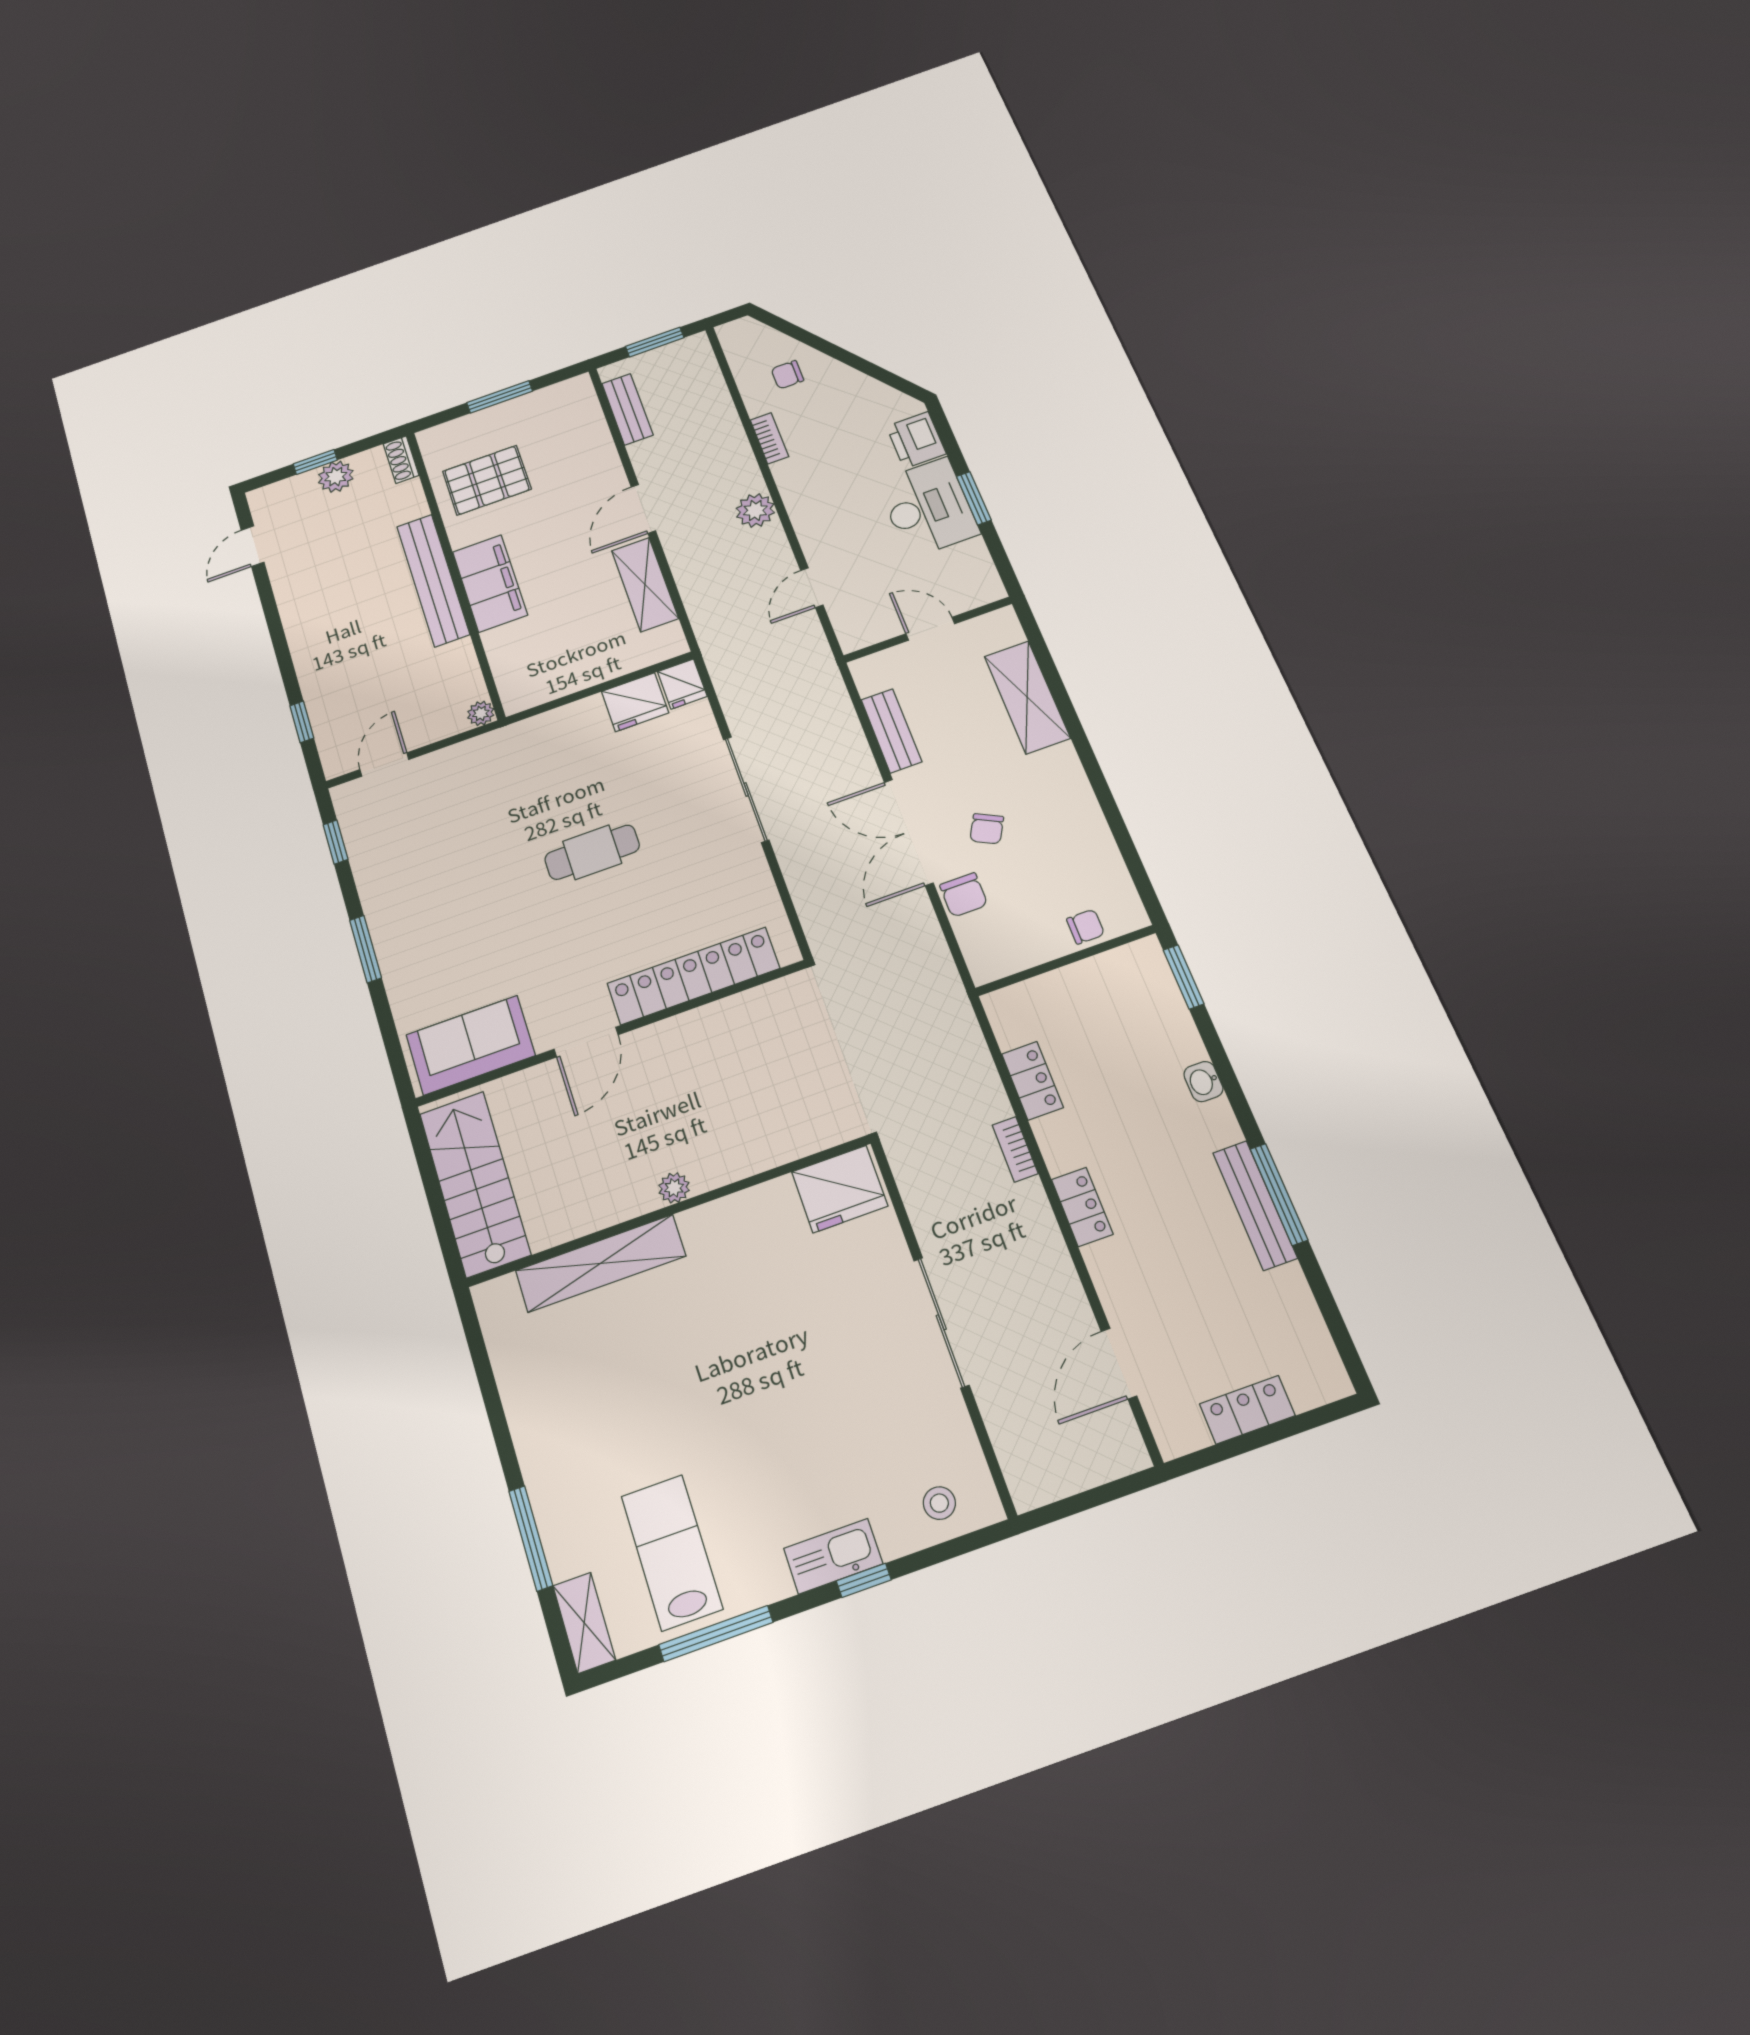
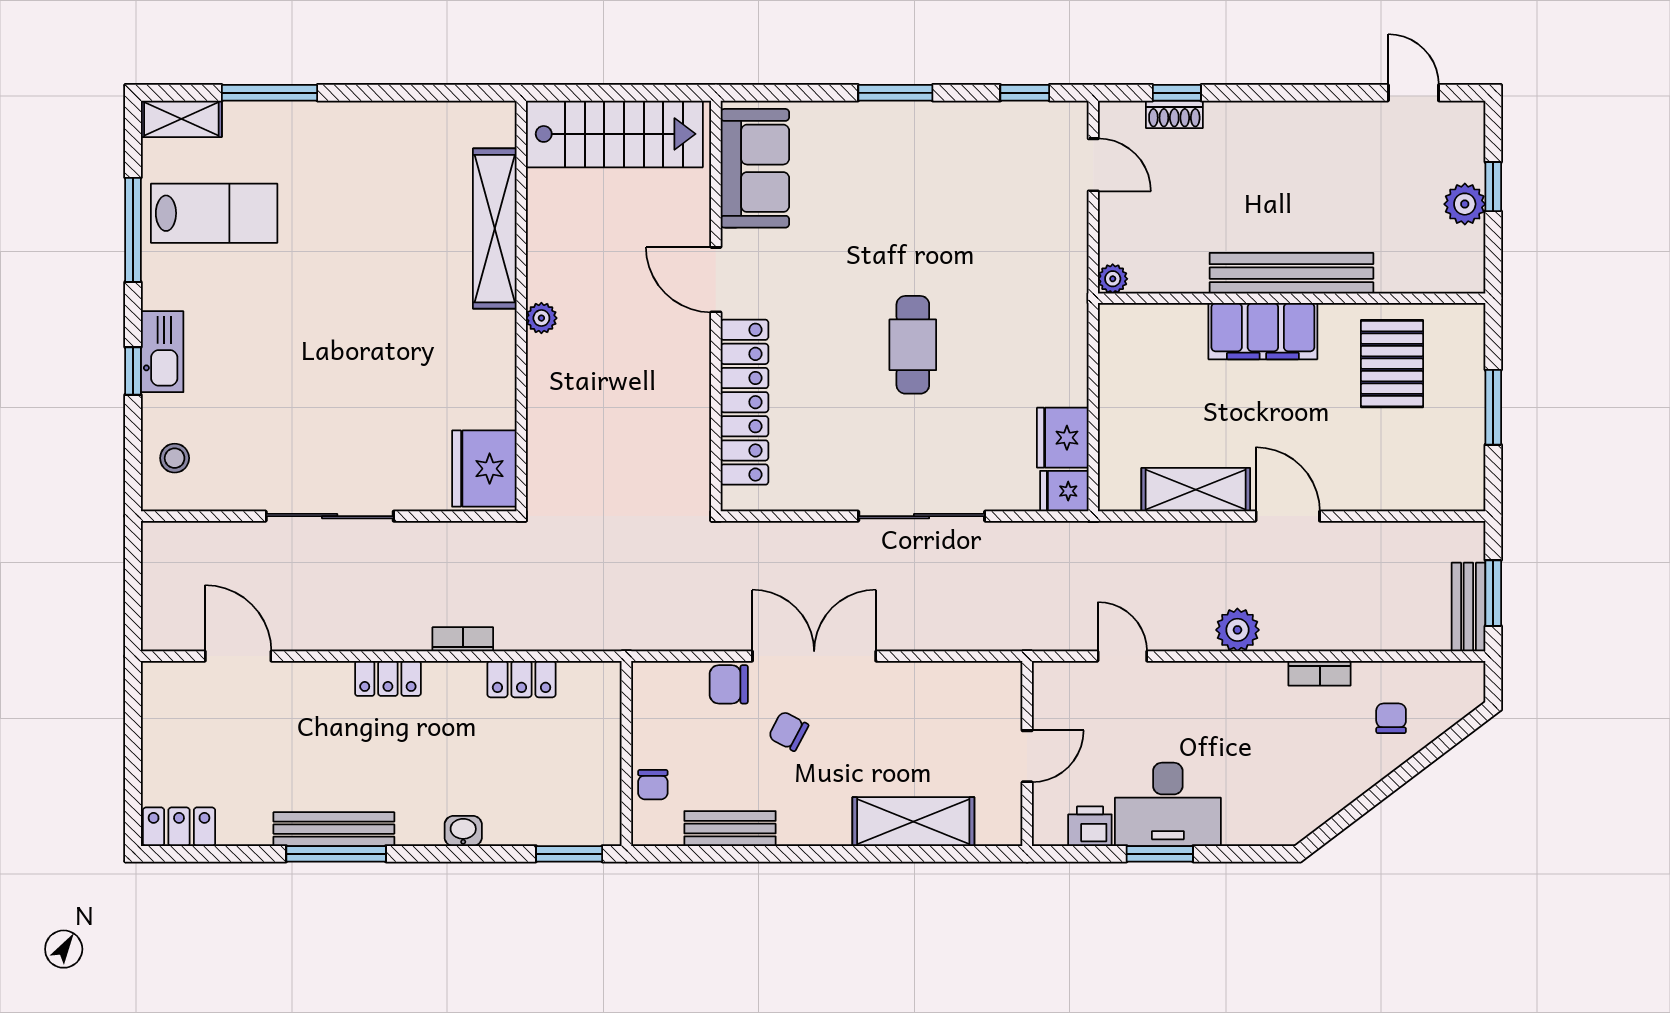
bench: (627, 409) -> (1468, 607), moved, turned 90
printer: (916, 440) -> (1090, 826), moved, width x0.73, depth x0.81
shoe rack: (401, 460) -> (1174, 114), moved, turned 180
bench: (891, 731) -> (730, 829), moved
locker: (1247, 1410) -> (179, 827), moved, turned -90

